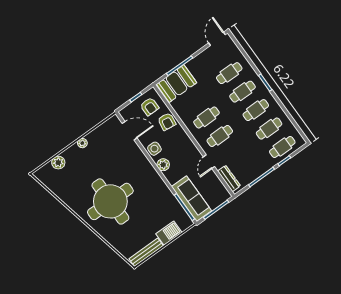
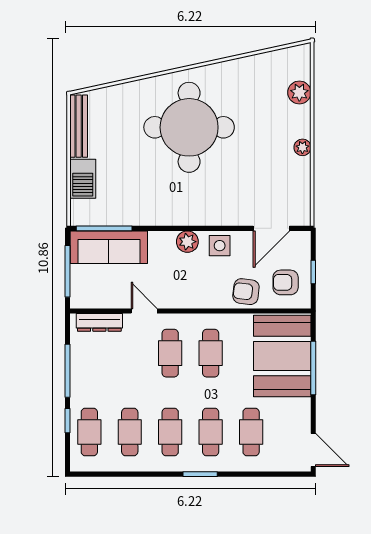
booth: (177, 83) -> (282, 356), width x1.36, depth x1.42

